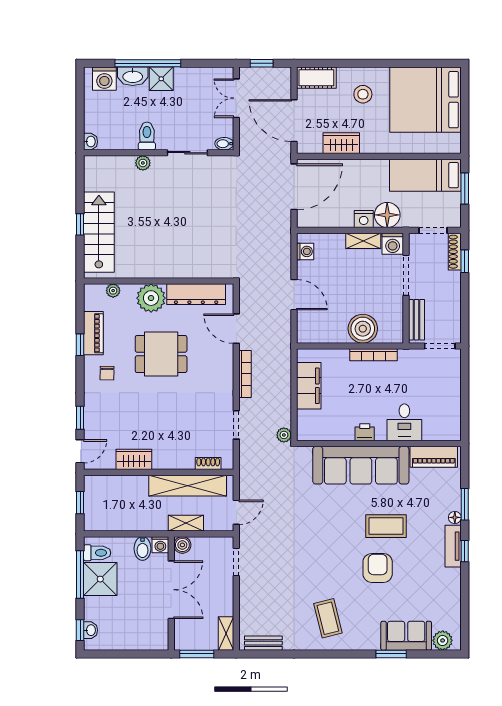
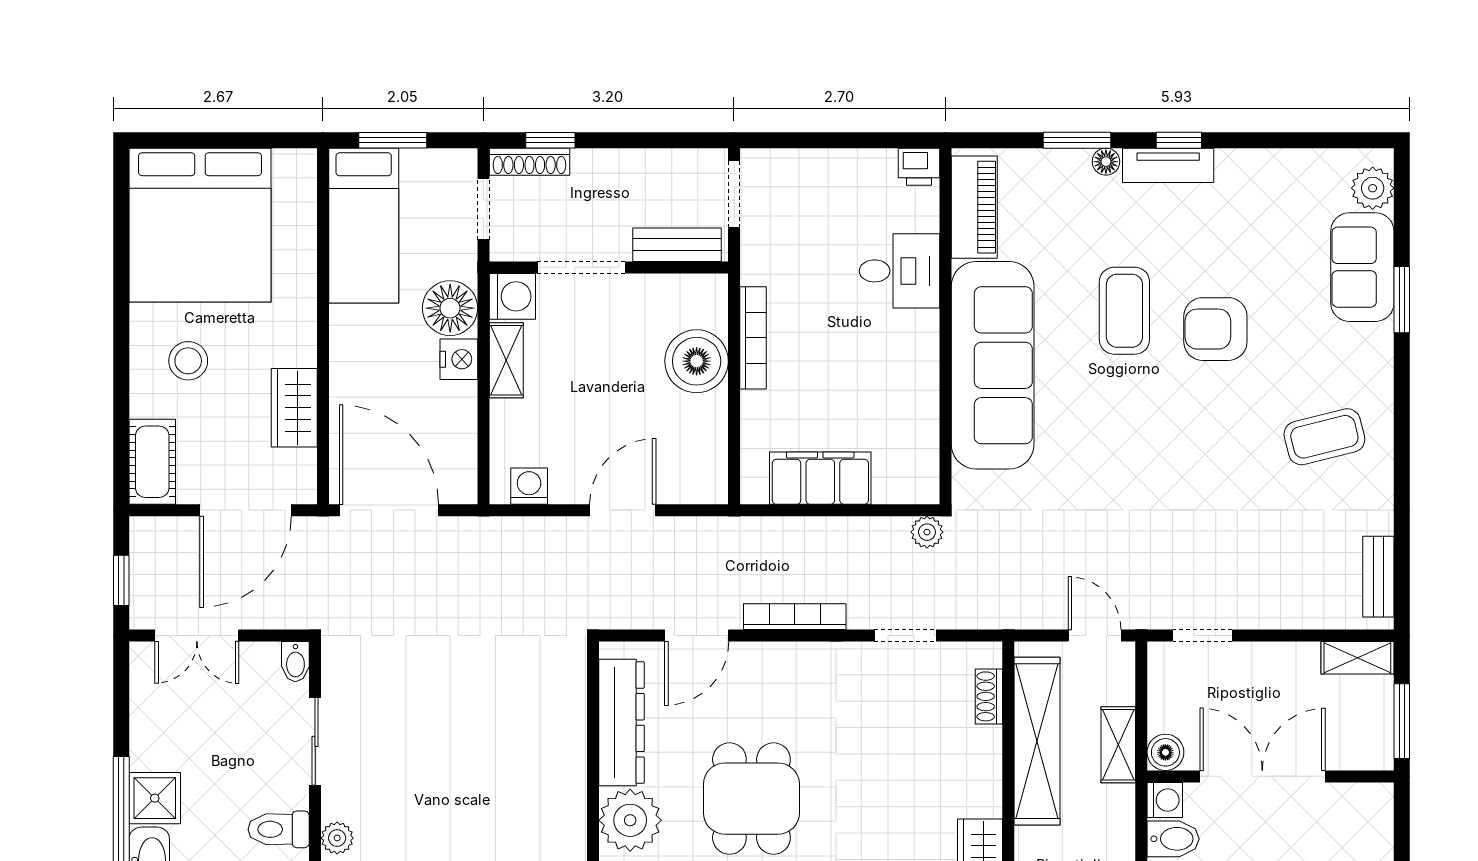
printer: (365, 432) -> (919, 167), moved, turned -90

